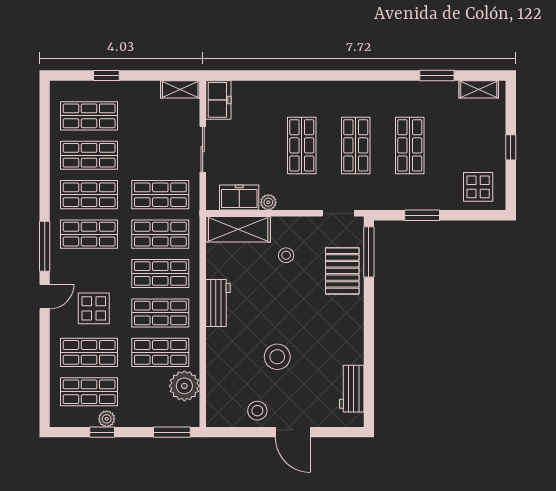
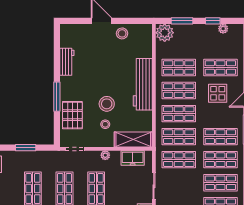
plant: (268, 202) -> (105, 155), moved
window: (369, 252) -> (57, 97), moved
workbench: (218, 303) -> (143, 84), width x1.88, depth x1.32
stool: (277, 357) -> (107, 104), moved
plant: (184, 386) -> (165, 33), moved
workbench: (352, 389) -> (67, 62), moved
shop shelf: (89, 392) -> (220, 44), removed
plant: (107, 419) -> (223, 29), moved
window: (172, 432) -> (182, 21), moved

